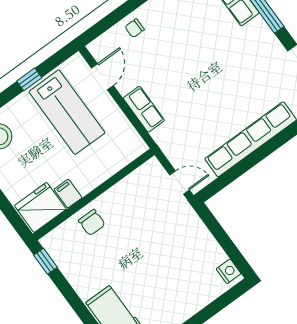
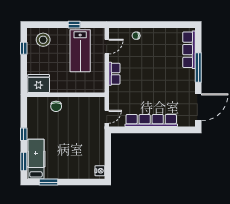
door: (179, 182) -> (107, 117), hinge flipped
filing cabinet: (68, 194) -> (55, 86), removed
window: (45, 261) -> (24, 134), moved

